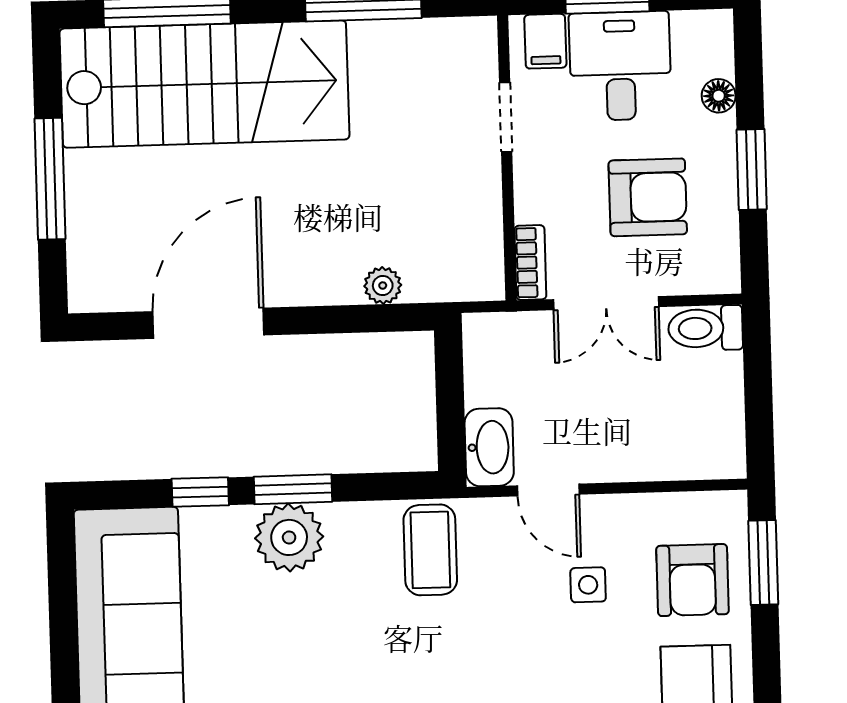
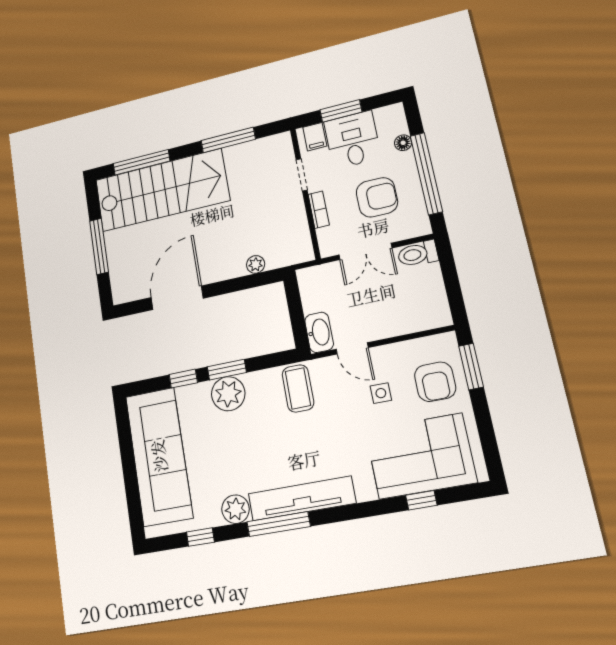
window: (752, 170) -> (426, 173), width x2.11
bookcase: (530, 263) -> (319, 210), moved

